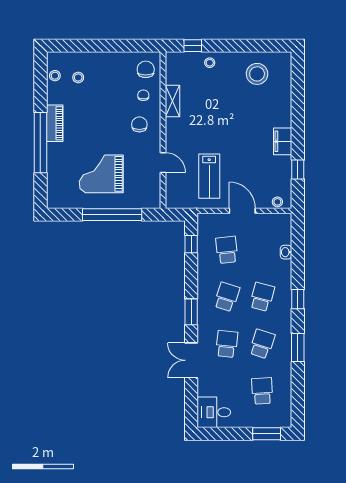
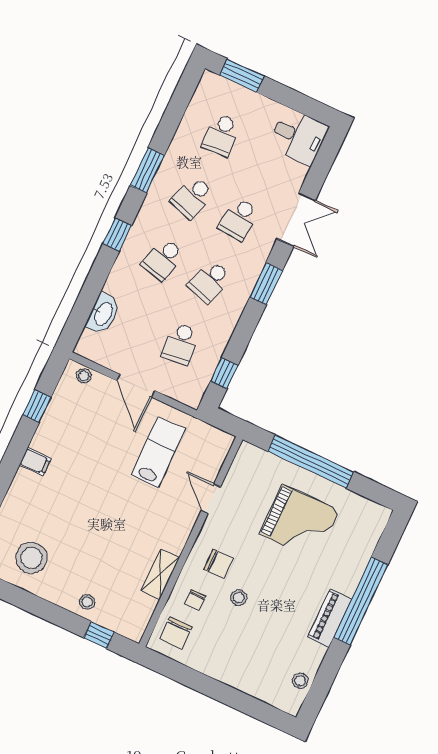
stool: (78, 77) -> (239, 598), moved
chair: (139, 124) -> (218, 564), turned -90
filing cabinet: (283, 141) -> (35, 462), width x0.50
washbasin: (286, 252) -> (103, 314), width x1.91, depth x1.45

